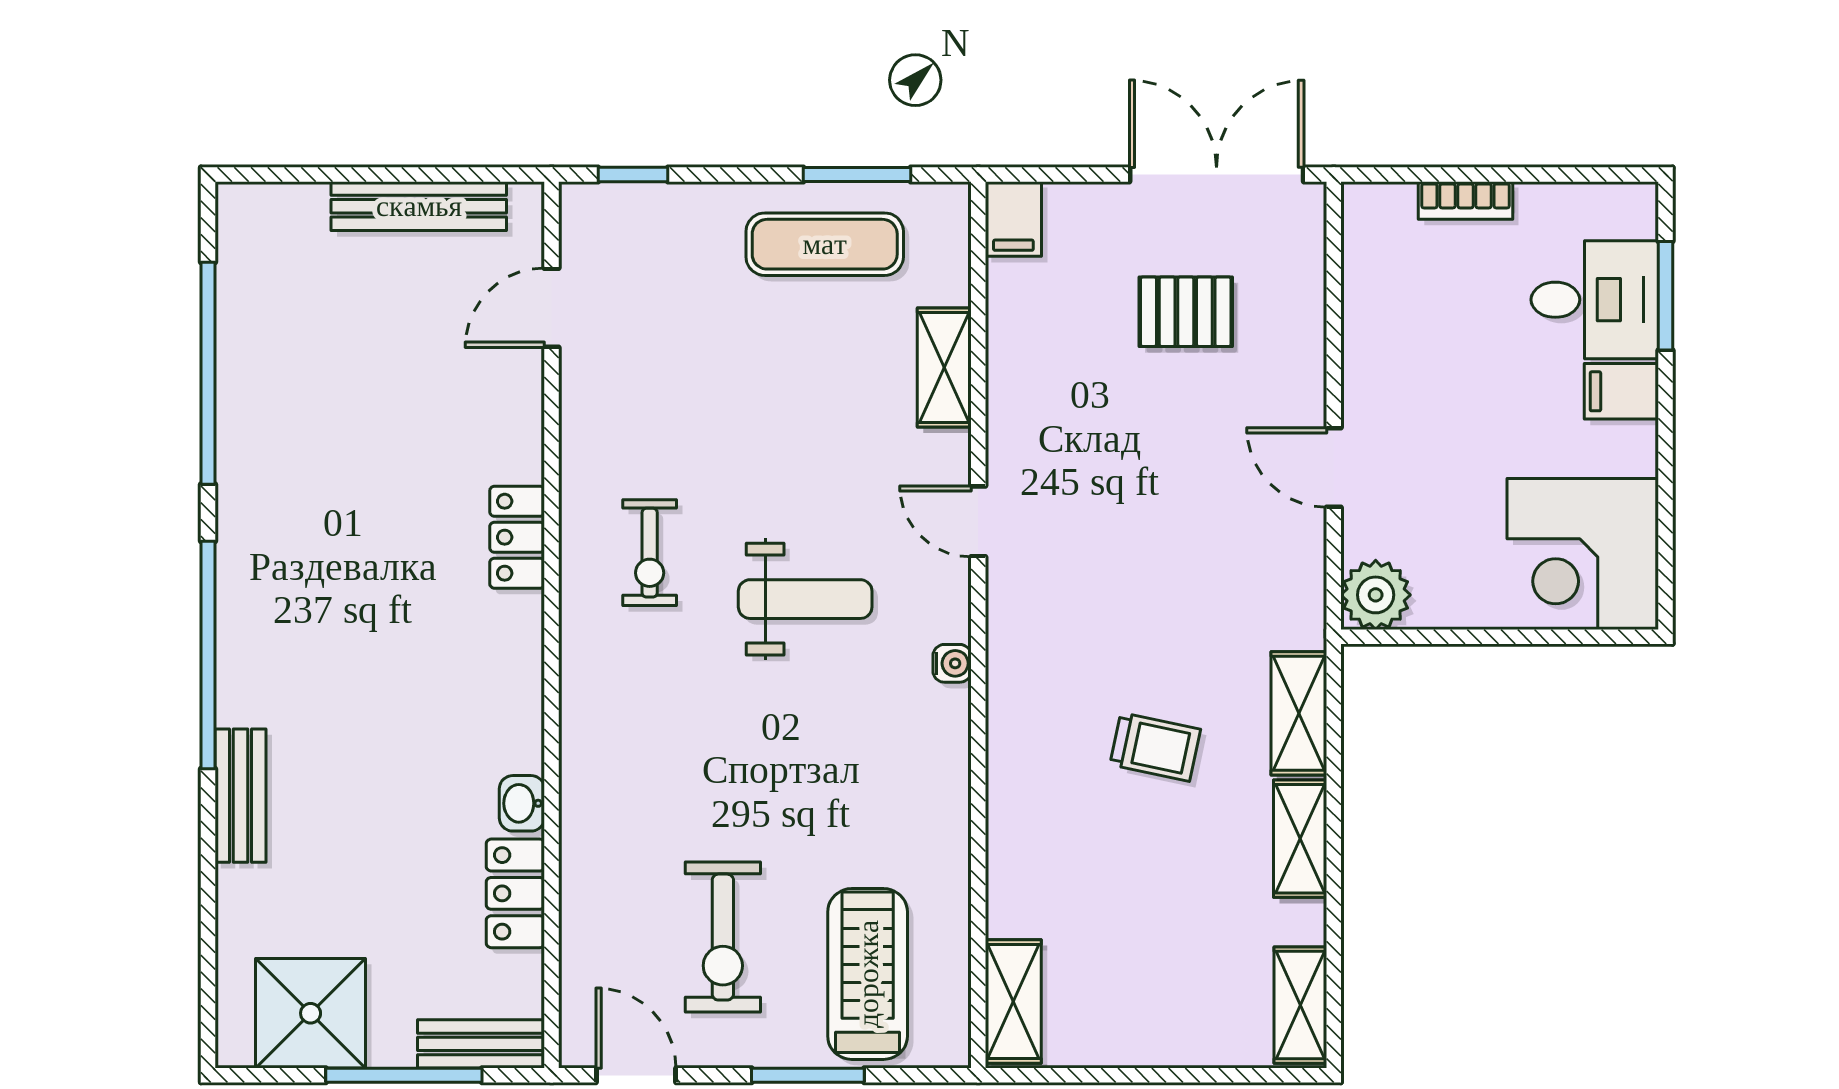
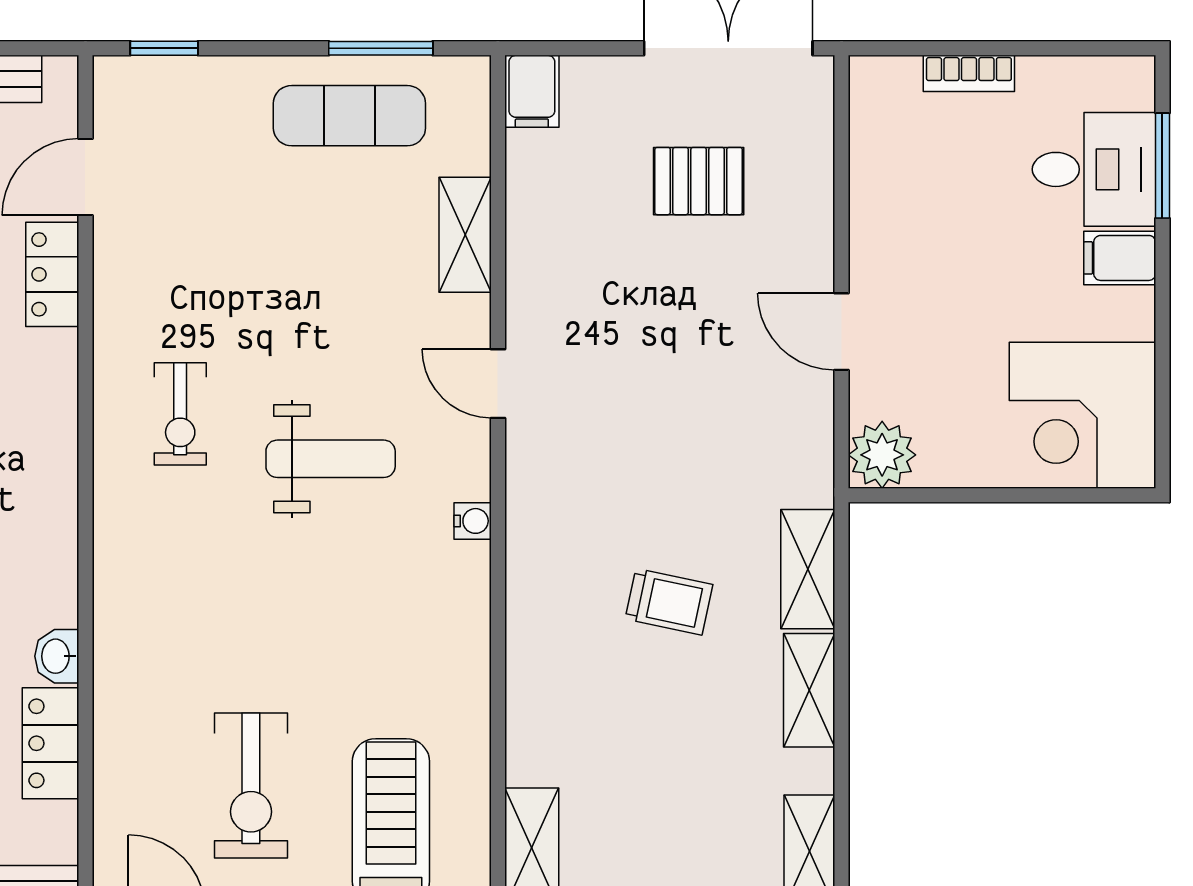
locker: (517, 537) -> (52, 274), moved

